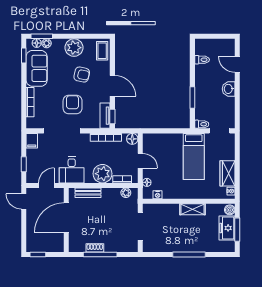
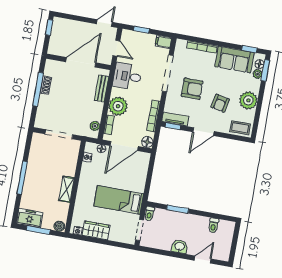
door: (140, 161) -> (124, 146), width x1.87
door: (66, 218) -> (81, 62), hinge flipped
freezer: (227, 228) -> (30, 218), moved

